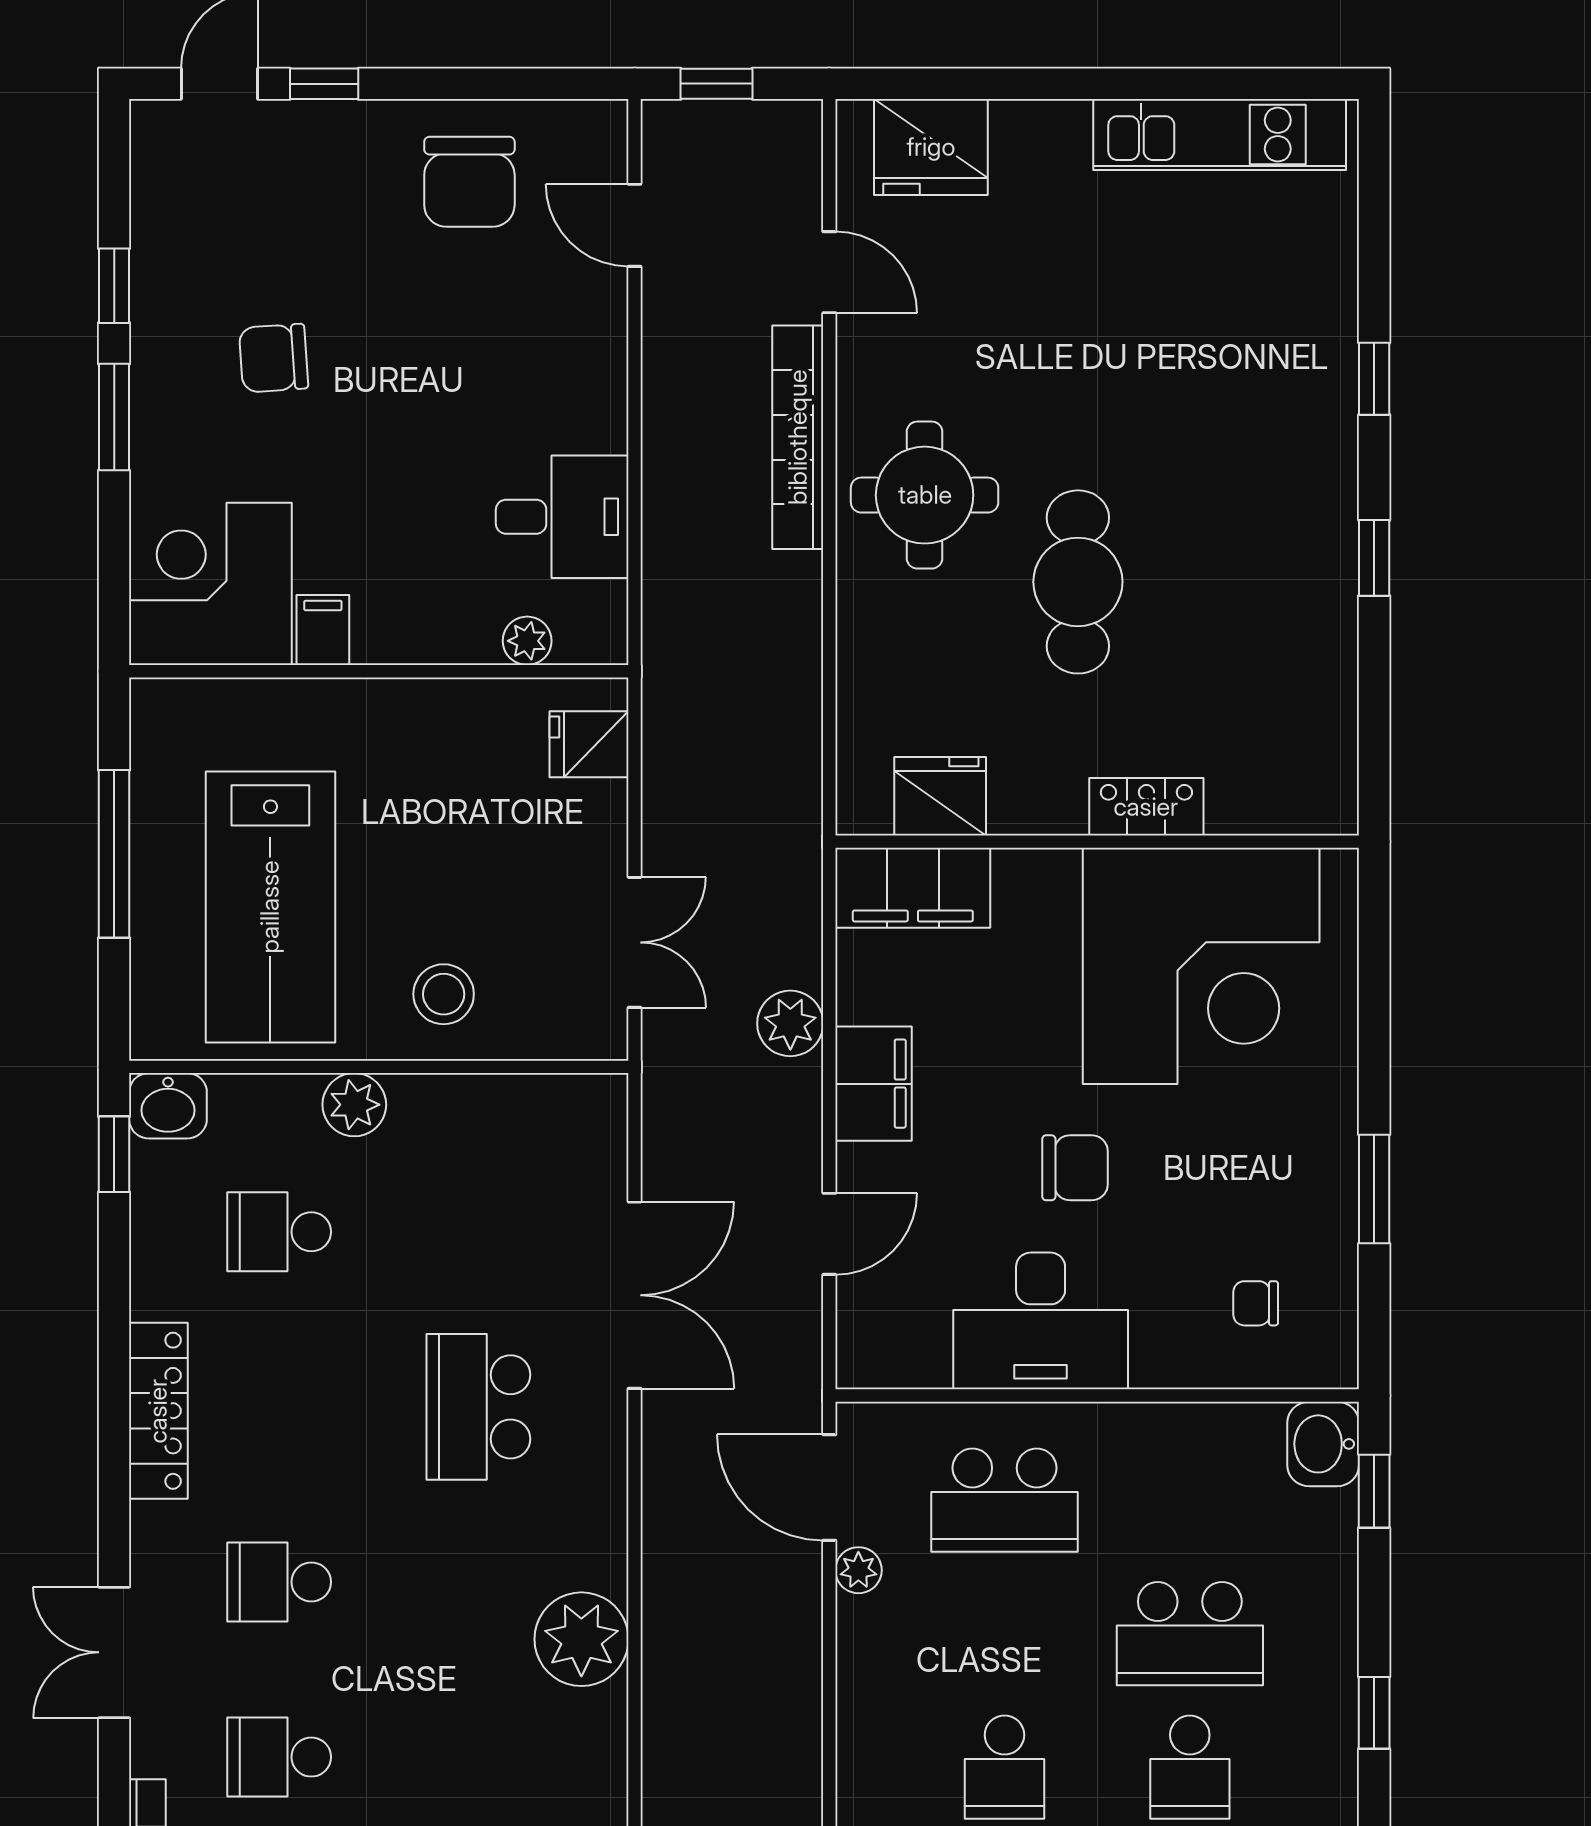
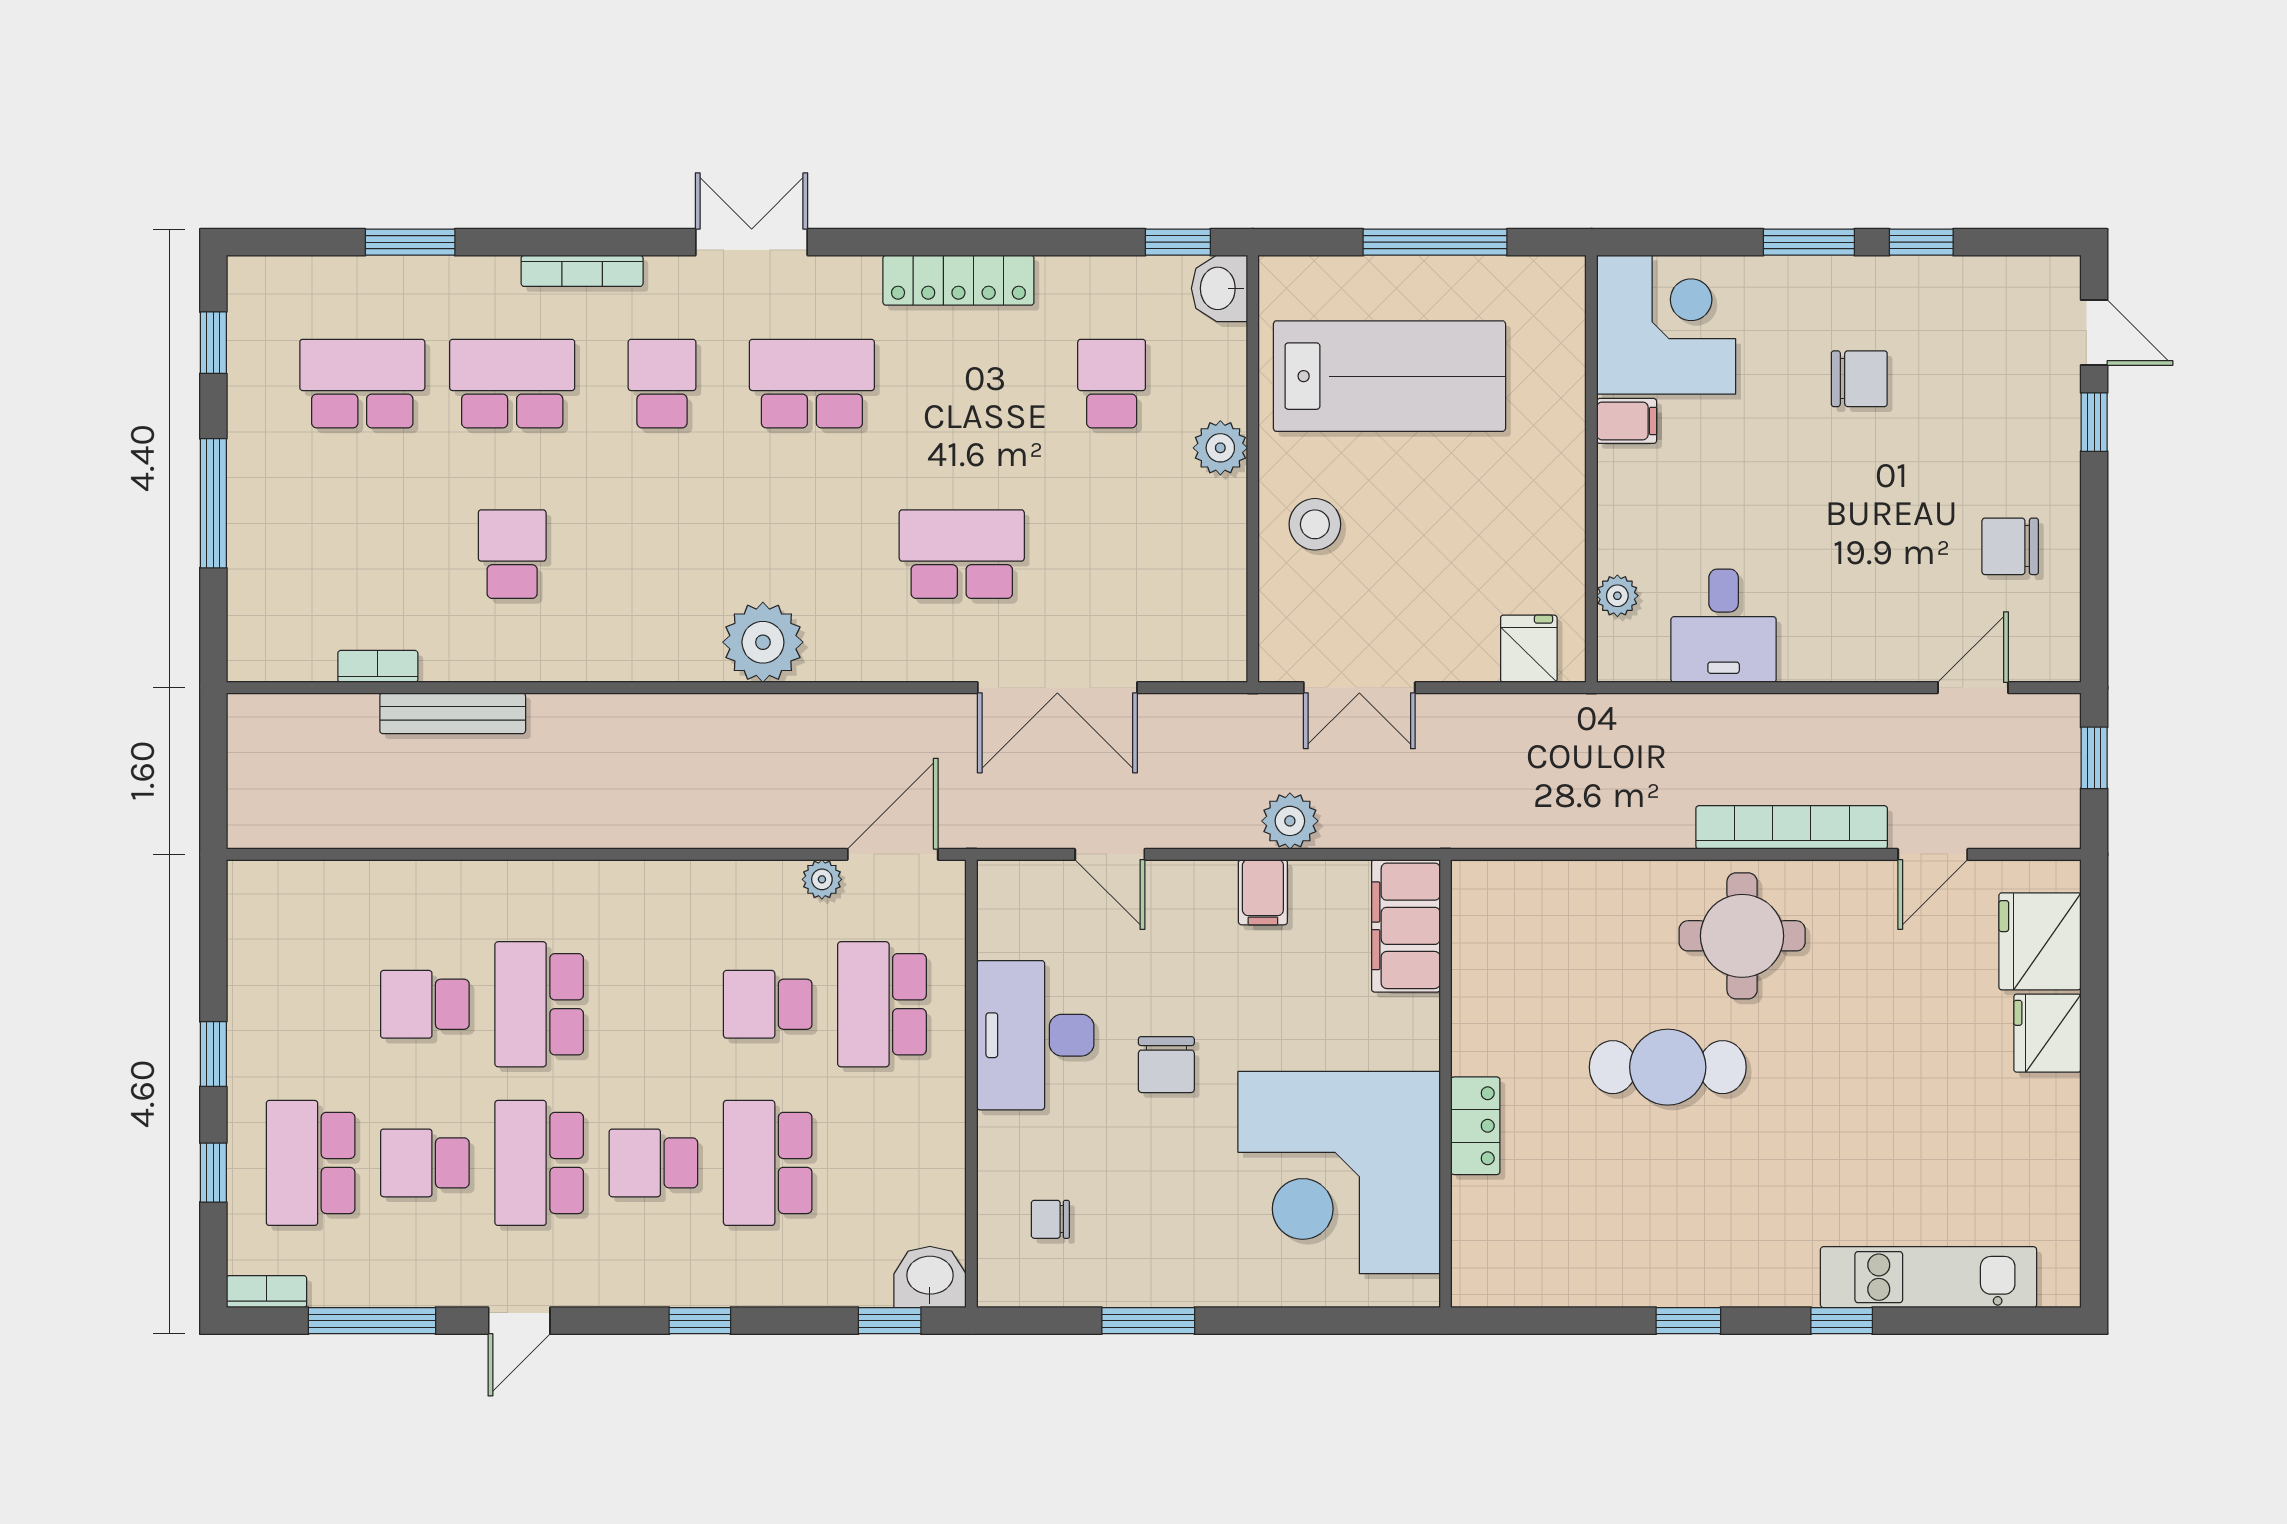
kitchen unit: (1220, 135) -> (1929, 1277), moved, turned 90
chair: (469, 182) -> (2010, 546), width x0.73, depth x0.73
chair: (274, 358) -> (1859, 379), turned 94
fridge: (940, 796) -> (2047, 1033), moved, turned 180
lab bench: (270, 907) -> (1389, 376), turned 180
filing cabinet: (874, 1084) -> (1263, 892), width x0.50
chair: (1256, 1303) -> (1050, 1219), turned -90
school desk: (279, 1582) -> (812, 384), width x1.85
school desk: (1004, 1767) -> (768, 1004), moved

